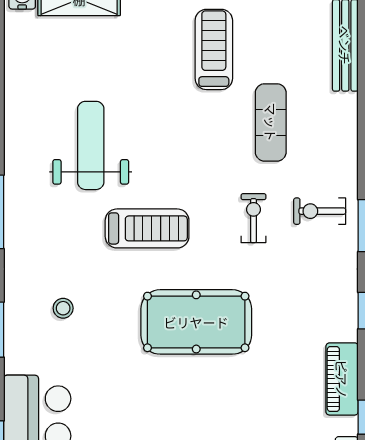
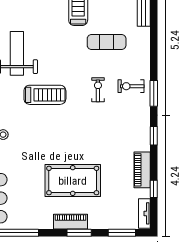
exercise mat: (271, 122) -> (107, 42), turned 90
pool table: (196, 322) -> (73, 181), moved

